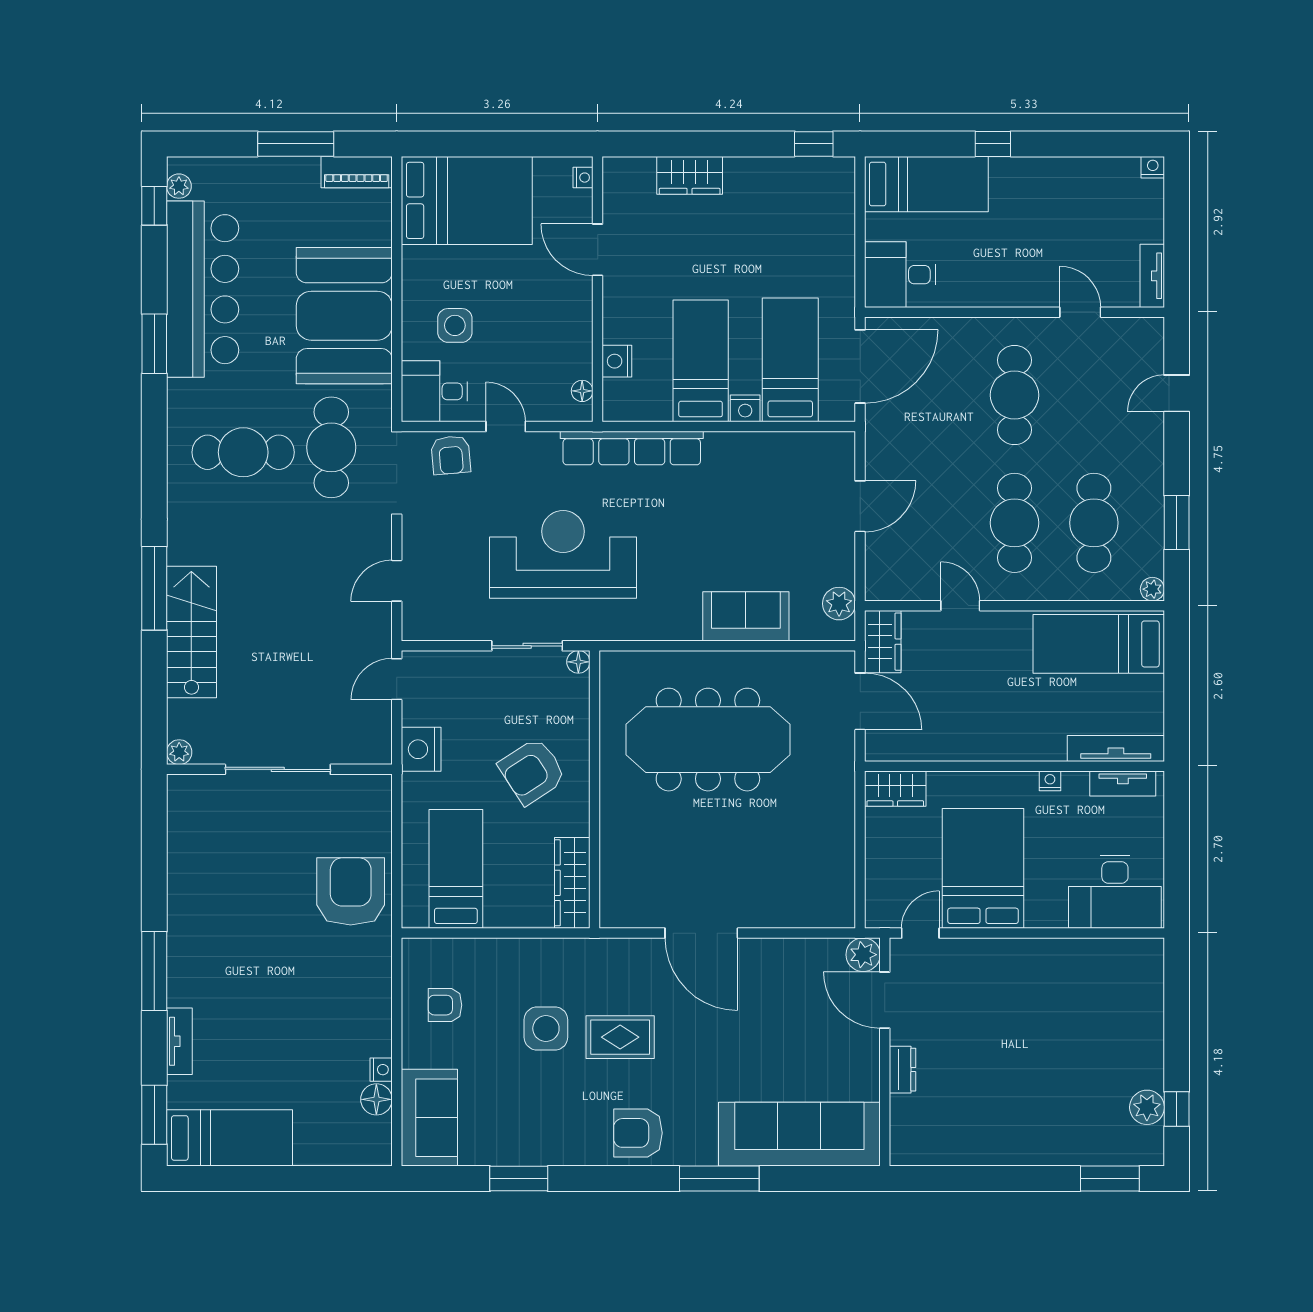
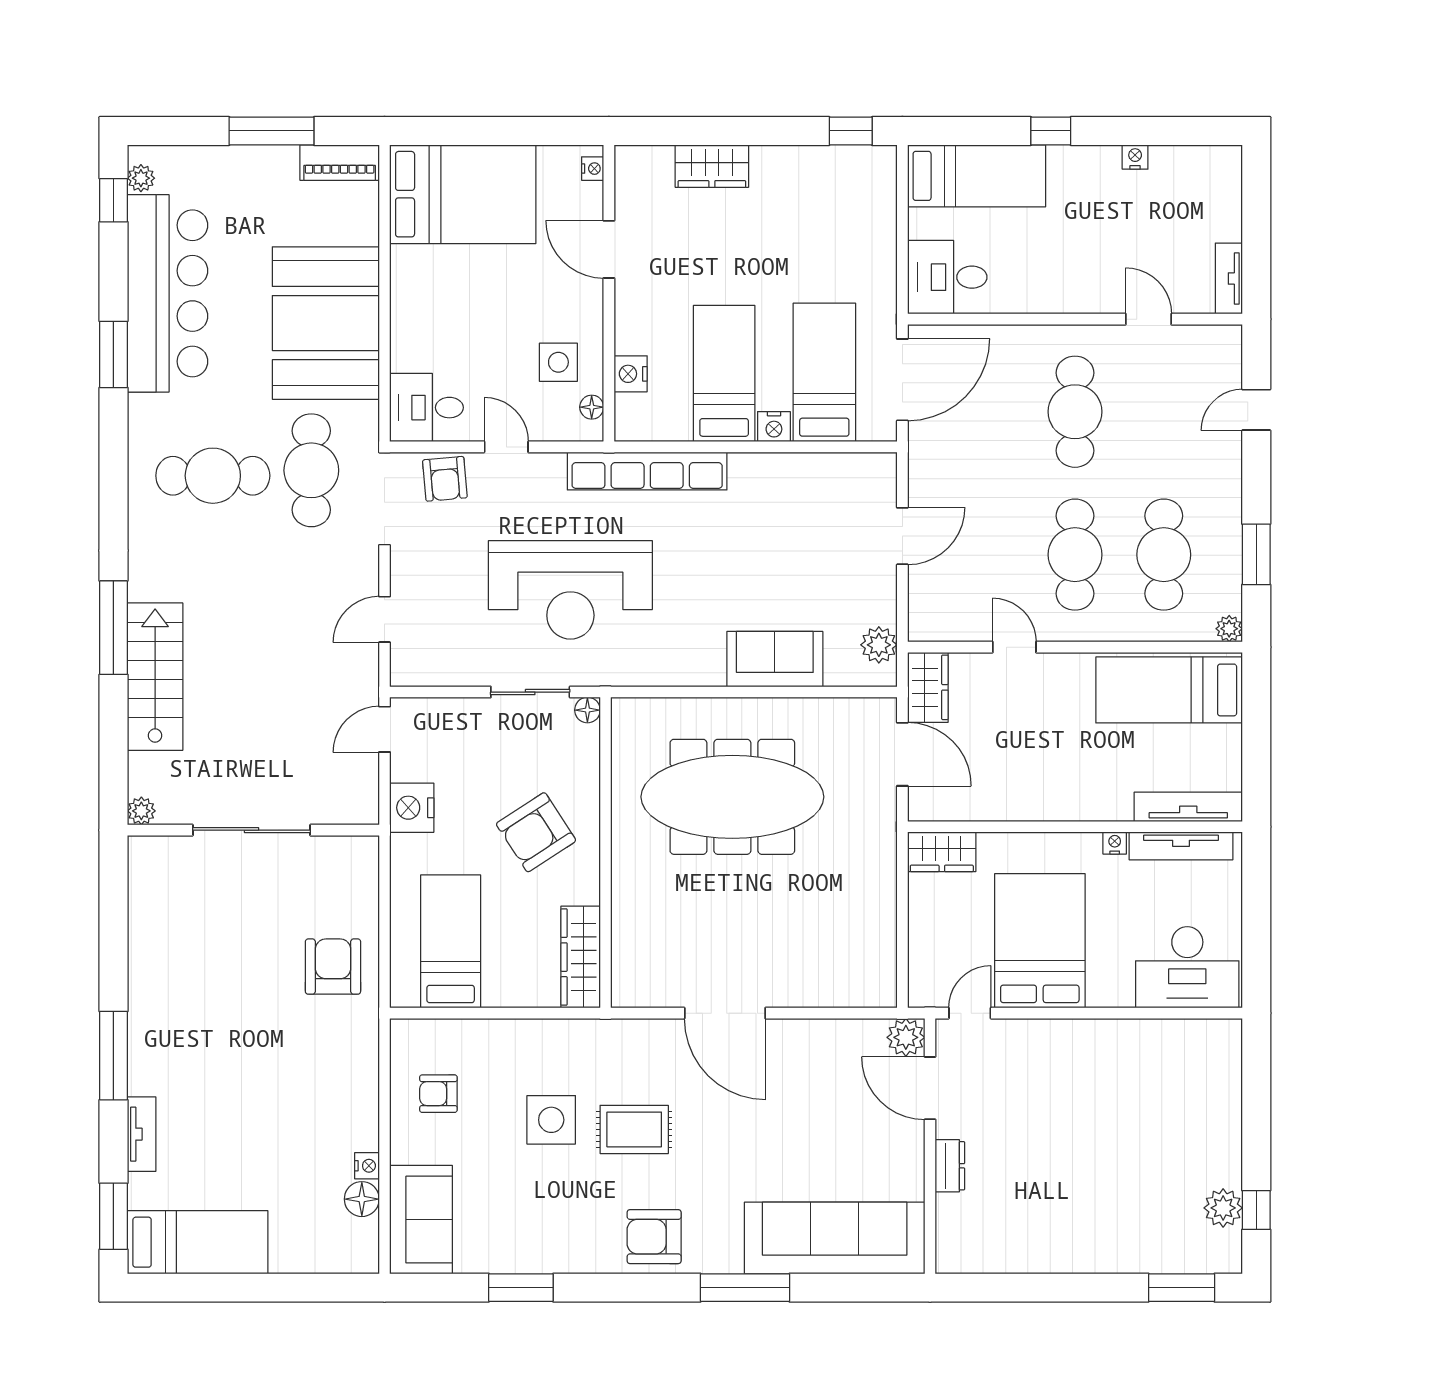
nightstand: (1153, 167) -> (1135, 157), moved
side table: (455, 325) -> (558, 362), moved
reception desk: (563, 554) -> (570, 590), turned 180
tv unit: (1123, 783) -> (1181, 846), width x1.41
armchair: (351, 891) -> (333, 967), width x0.73, depth x0.73

